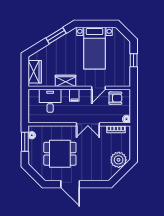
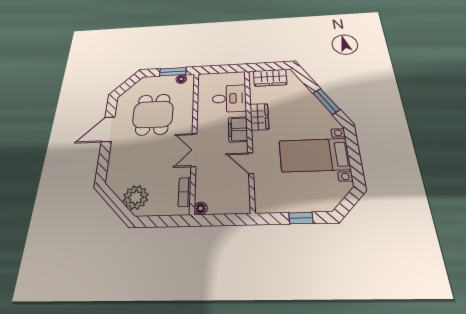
filing cabinet: (74, 95) -> (238, 129), width x2.00
armchair: (115, 98) -> (235, 190), removed

